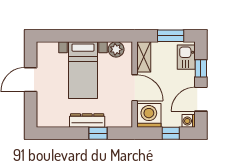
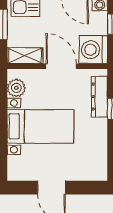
door: (135, 88) -> (61, 66), hinge flipped
dresser: (87, 121) -> (99, 97), moved

